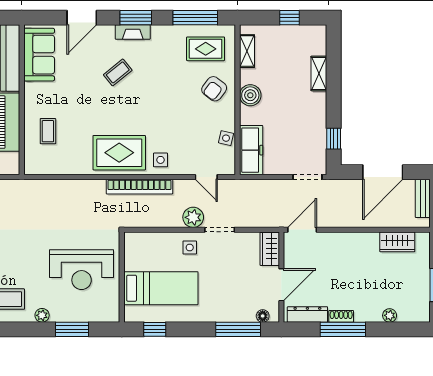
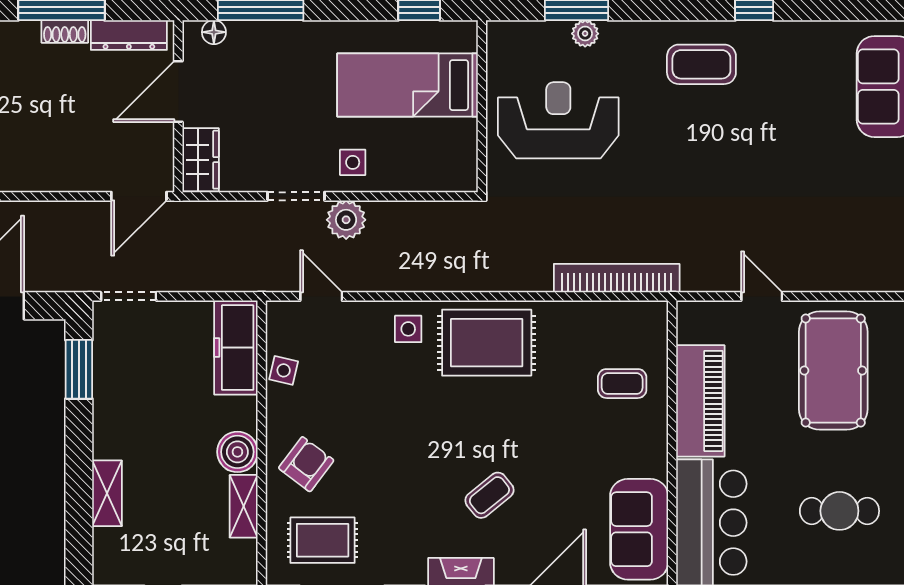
shelving: (247, 51) -> (244, 506), moved
coffee table: (48, 131) -> (622, 384), turned 90
window: (334, 139) -> (79, 369), width x1.50
bookcase: (139, 187) -> (617, 278), moved
plant: (42, 315) -> (585, 34), moved

